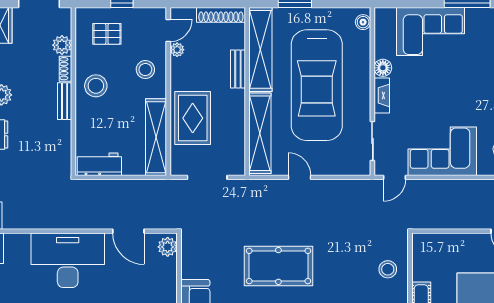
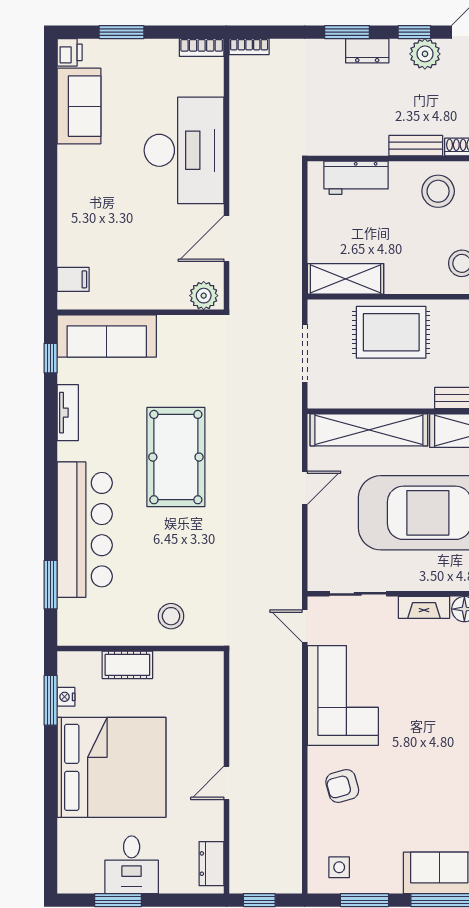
shelving: (156, 137) -> (345, 279), width x0.68
workbench: (99, 164) -> (356, 178), moved, turned 90

